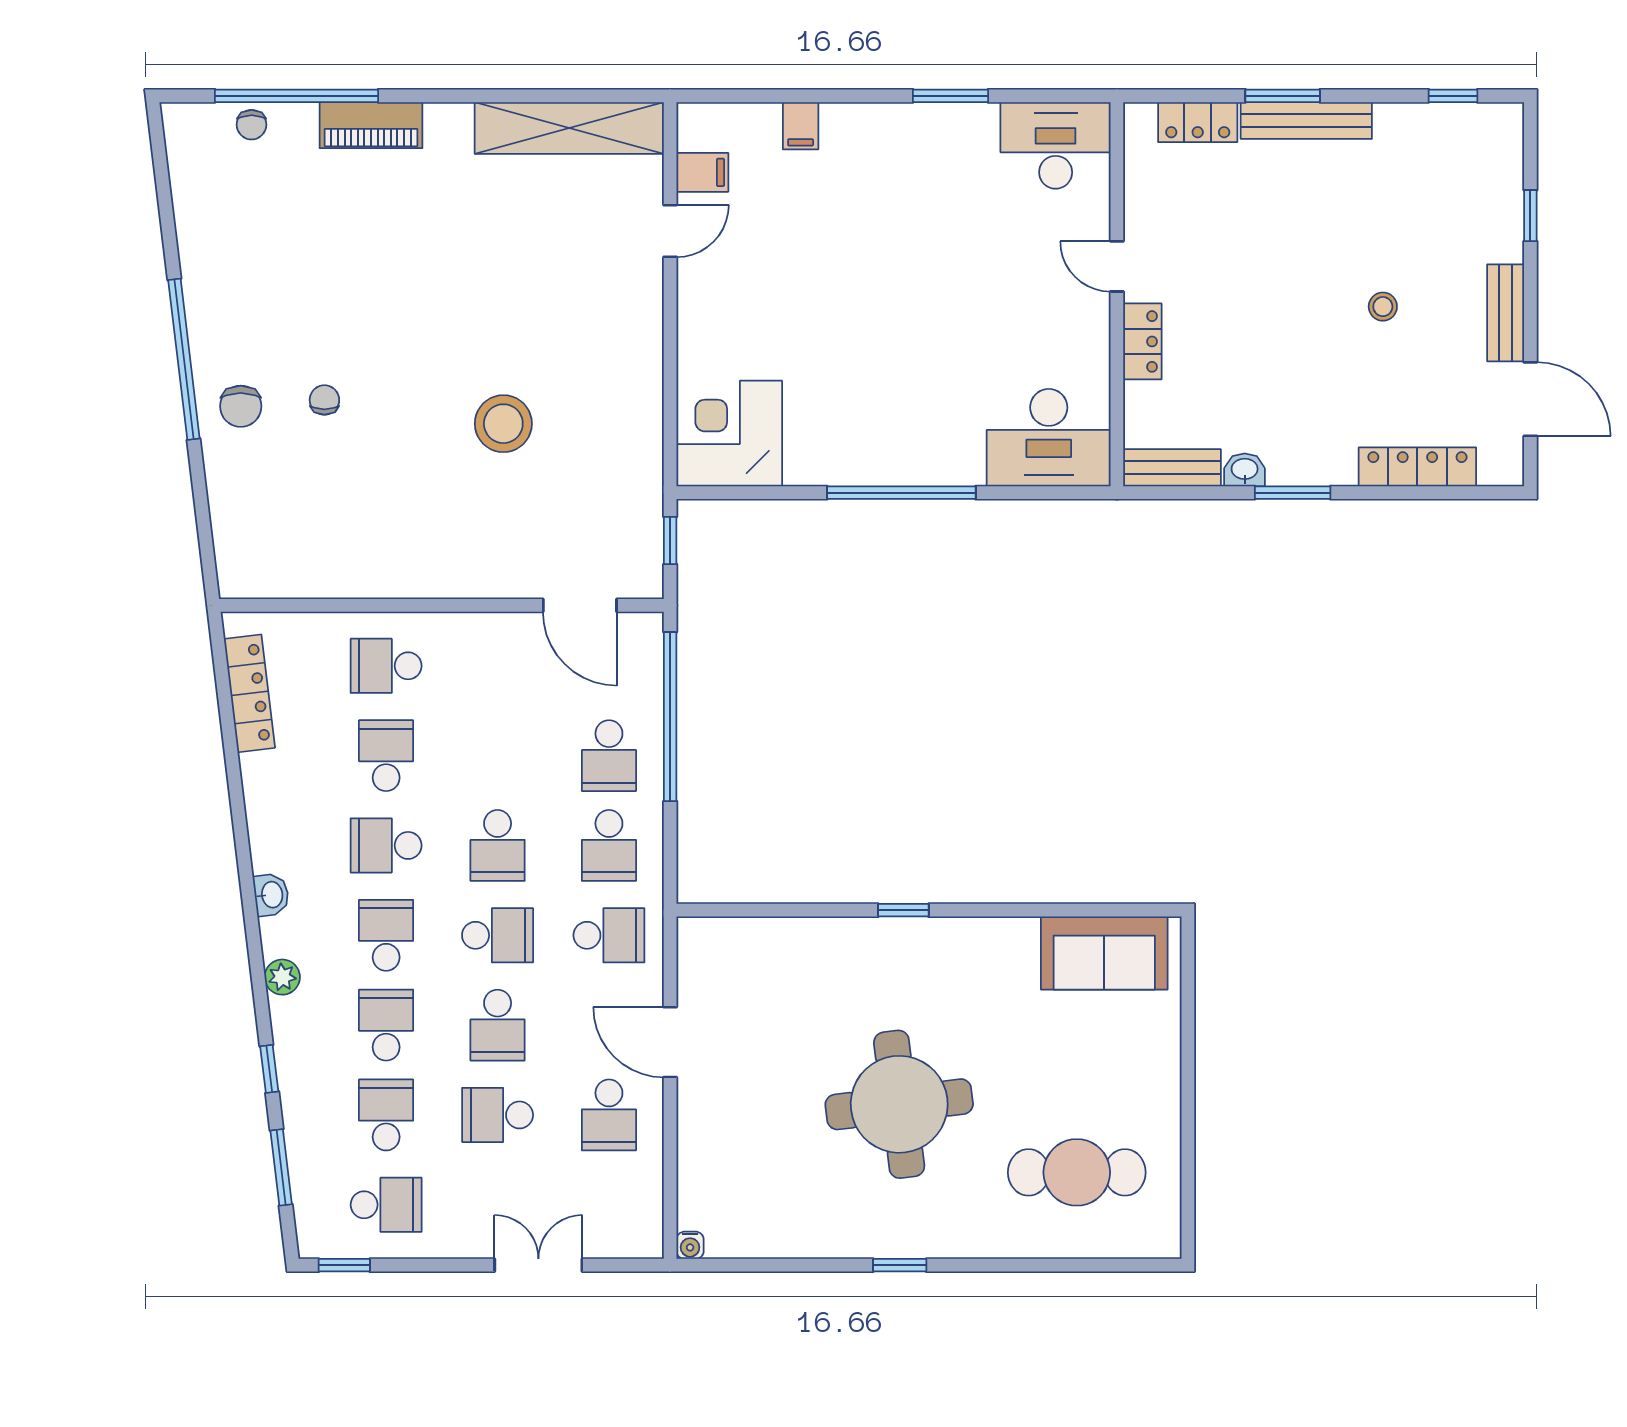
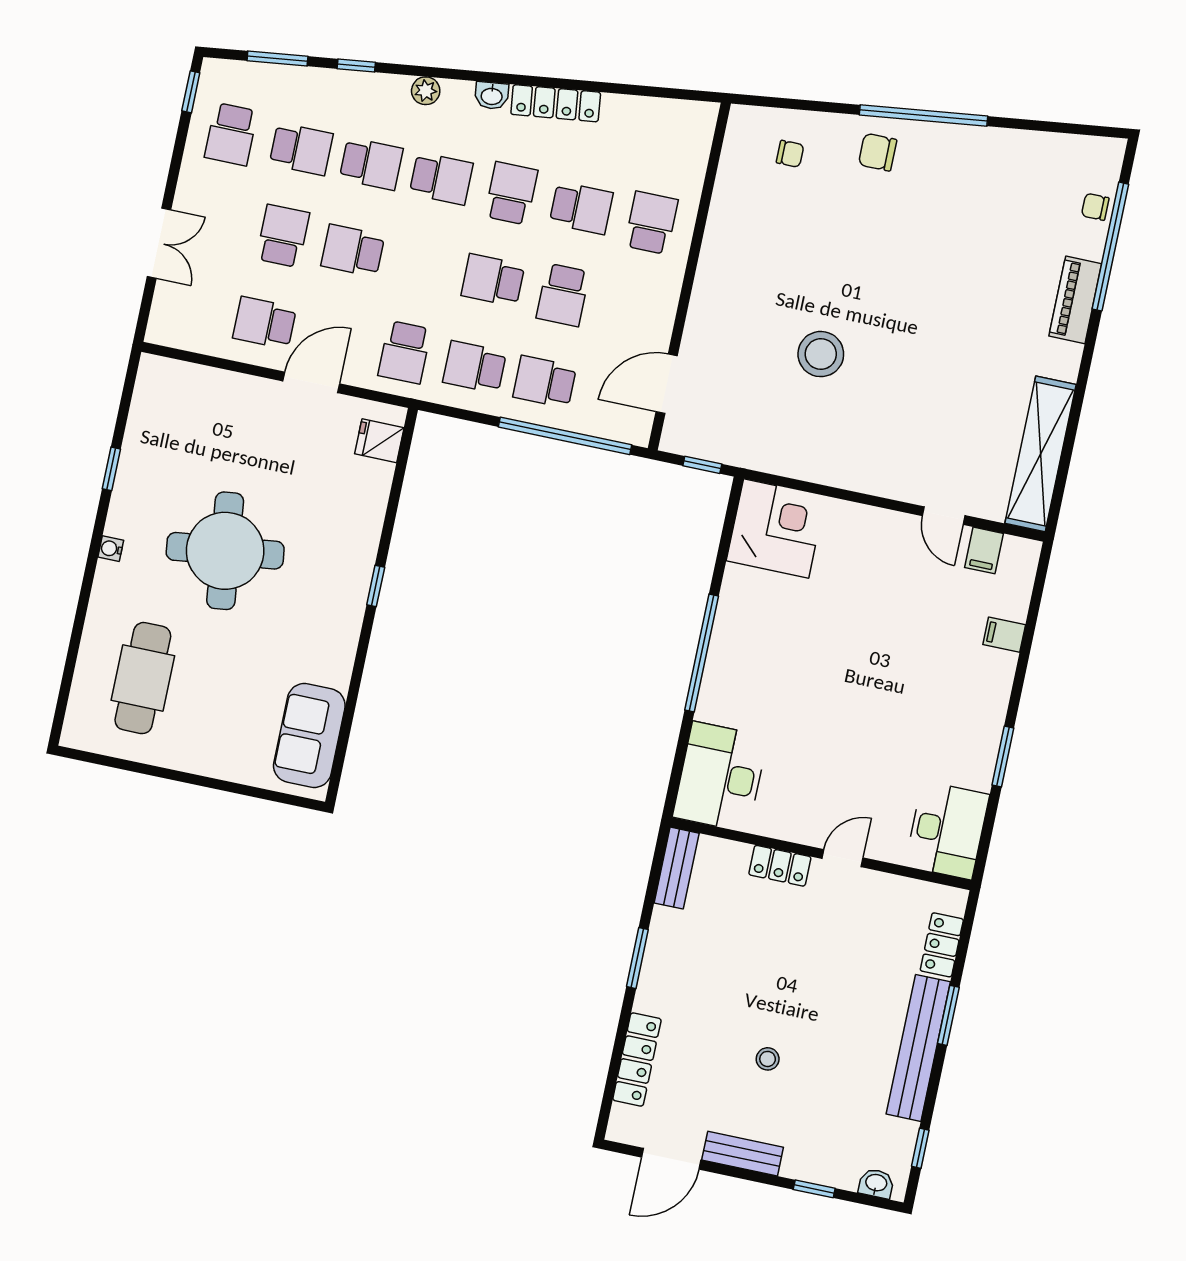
bench: (1306, 121) -> (918, 1048), width x1.37, depth x1.21
chair: (324, 400) -> (790, 154), moved
washbasin: (1245, 470) -> (876, 1183), moved, turned -90
locker: (249, 693) -> (556, 103), moved
school desk: (498, 935) -> (563, 295), moved
fridge: (724, 943) -> (379, 441), added
water cooler: (690, 1245) -> (111, 549), moved
window: (900, 1265) -> (111, 469), moved

